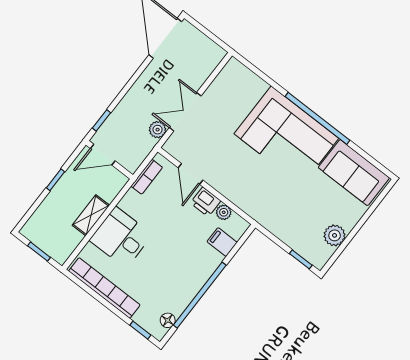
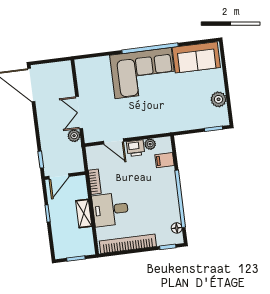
bookcase: (147, 177) -> (95, 182), moved

